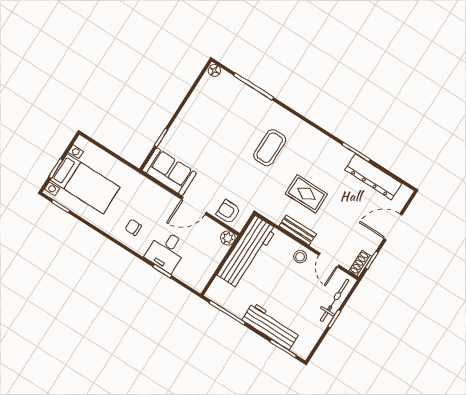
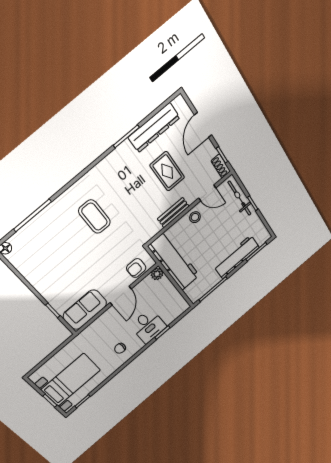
rug: (306, 194) -> (167, 171), moved, turned 90

